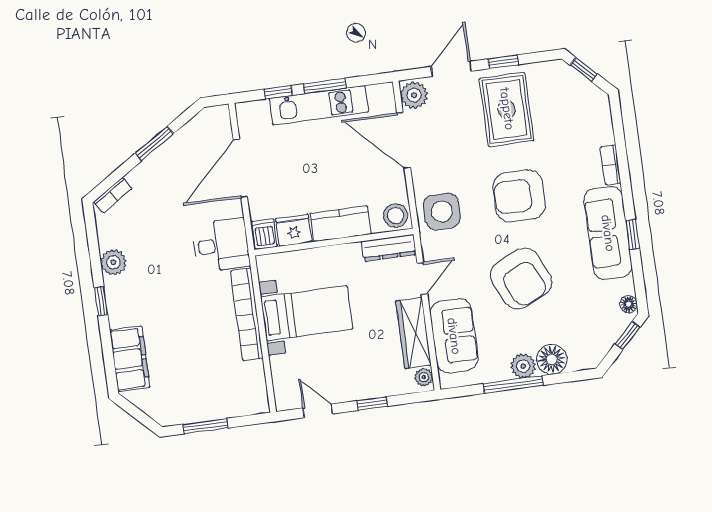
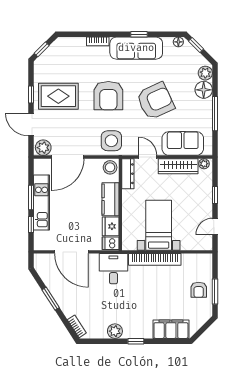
plant: (523, 366) -> (205, 73), moved
armchair: (204, 397) -> (199, 290), added

